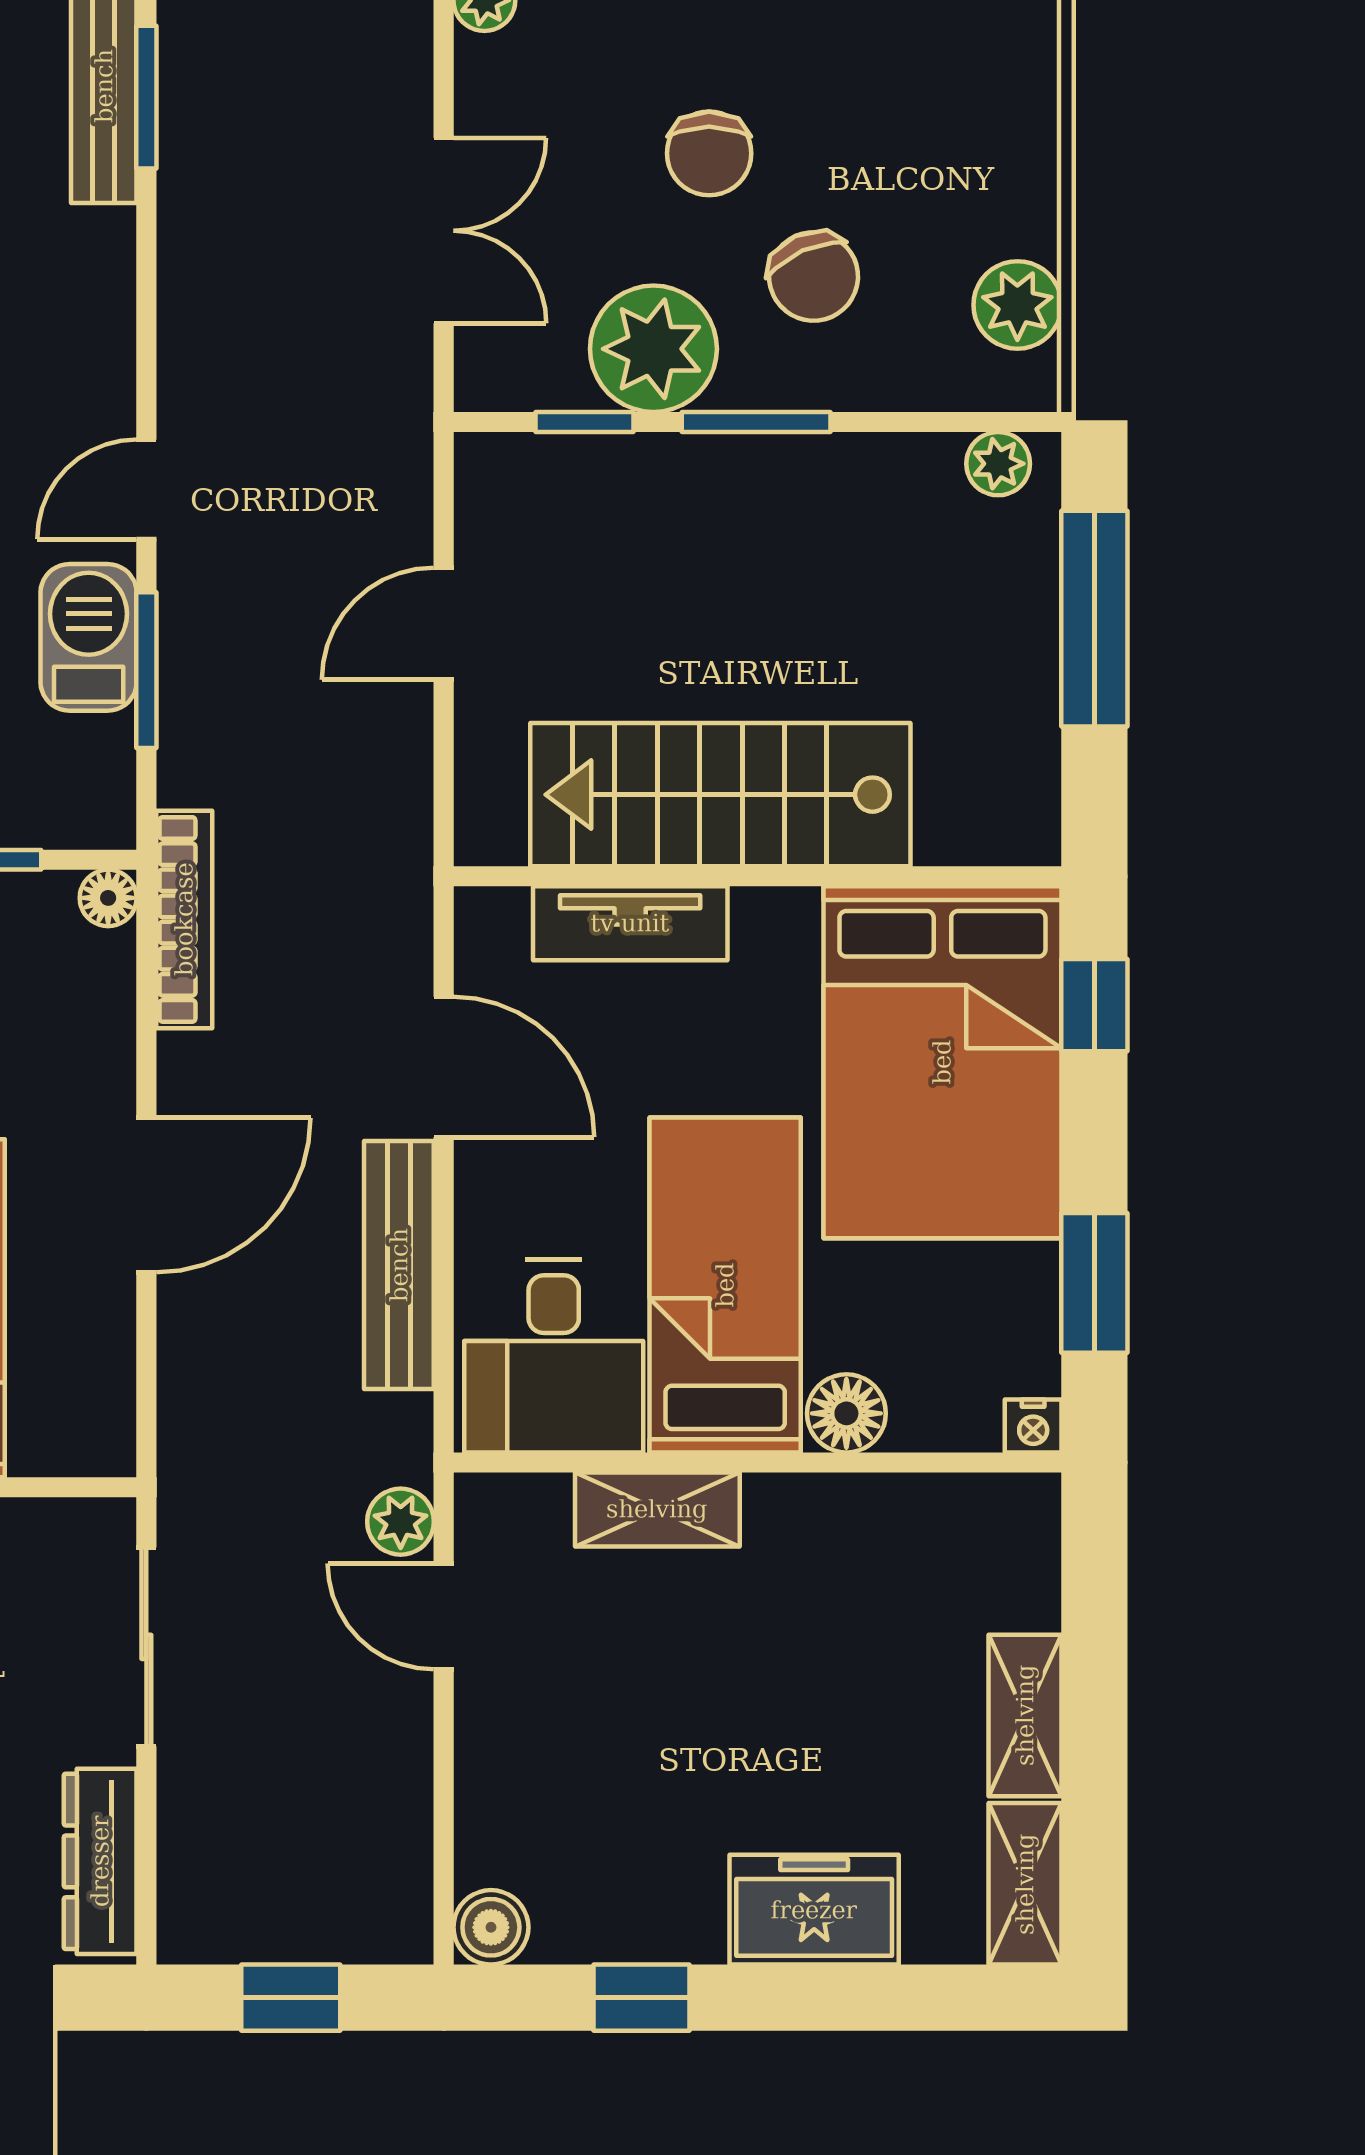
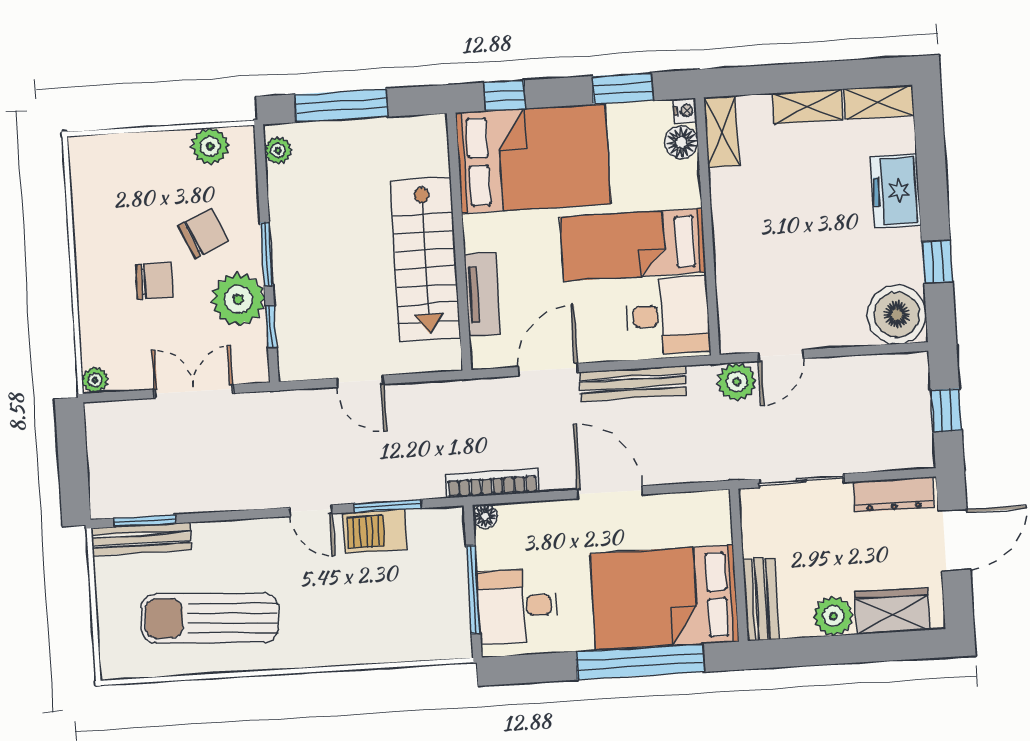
floor lamp: (846, 1413) -> (681, 142), moved
shelving: (657, 1509) -> (722, 132), moved
plant: (401, 1522) -> (737, 382), width x1.38, depth x1.38
boiler: (491, 1927) -> (897, 314), width x1.86, depth x1.86

